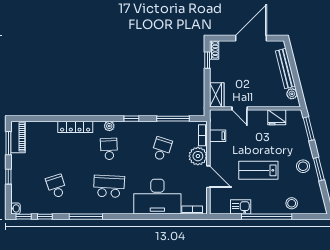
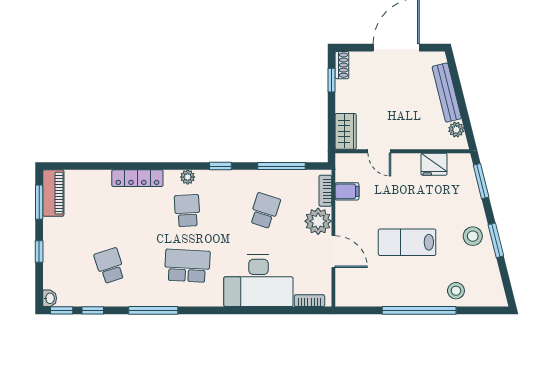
kitchen sink: (241, 207) -> (381, 296), removed

